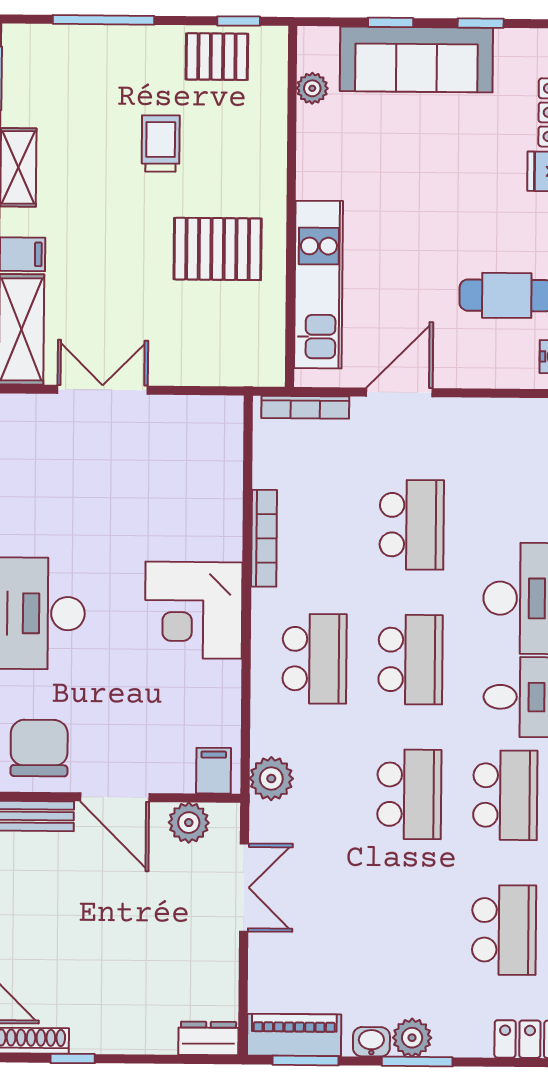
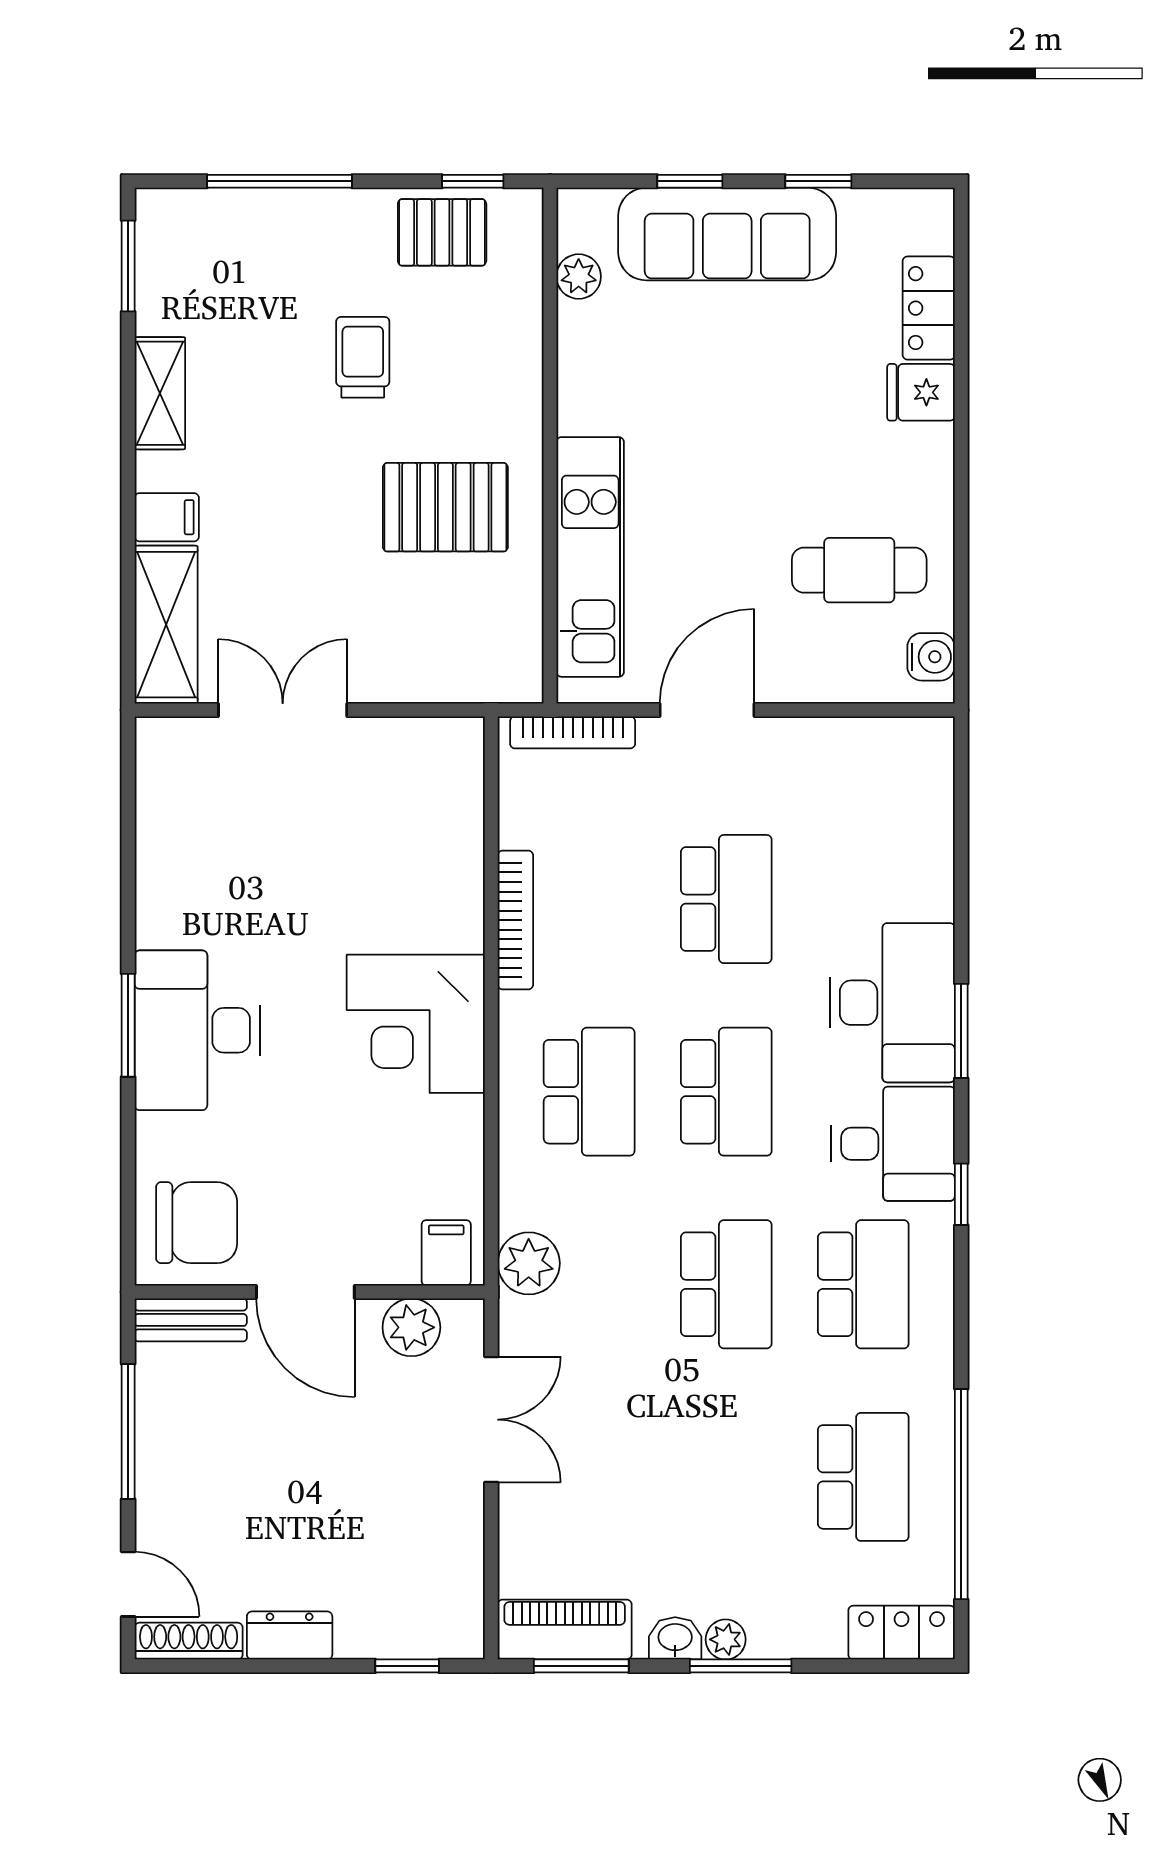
chair: (39, 748) -> (197, 1223), turned 90
dresser: (208, 1038) -> (290, 1635), moved
plant: (412, 1038) -> (726, 1639), width x0.73, depth x0.73
window: (73, 1058) -> (407, 1666), moved

